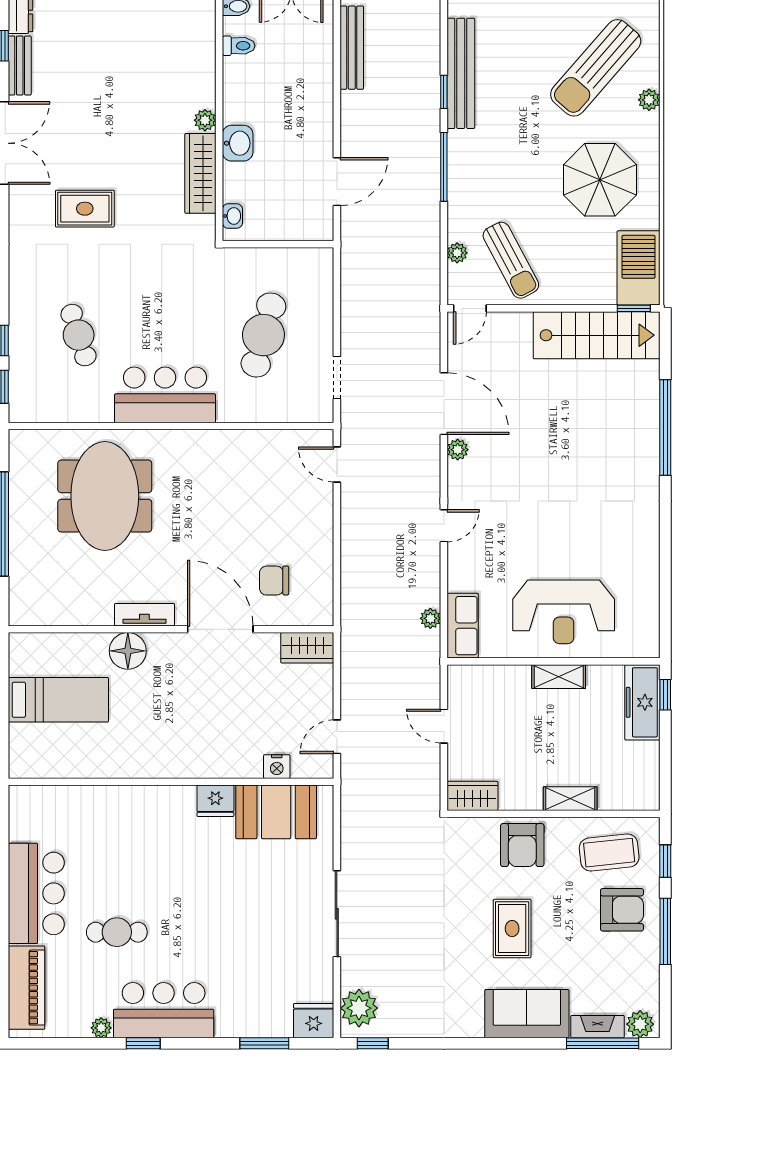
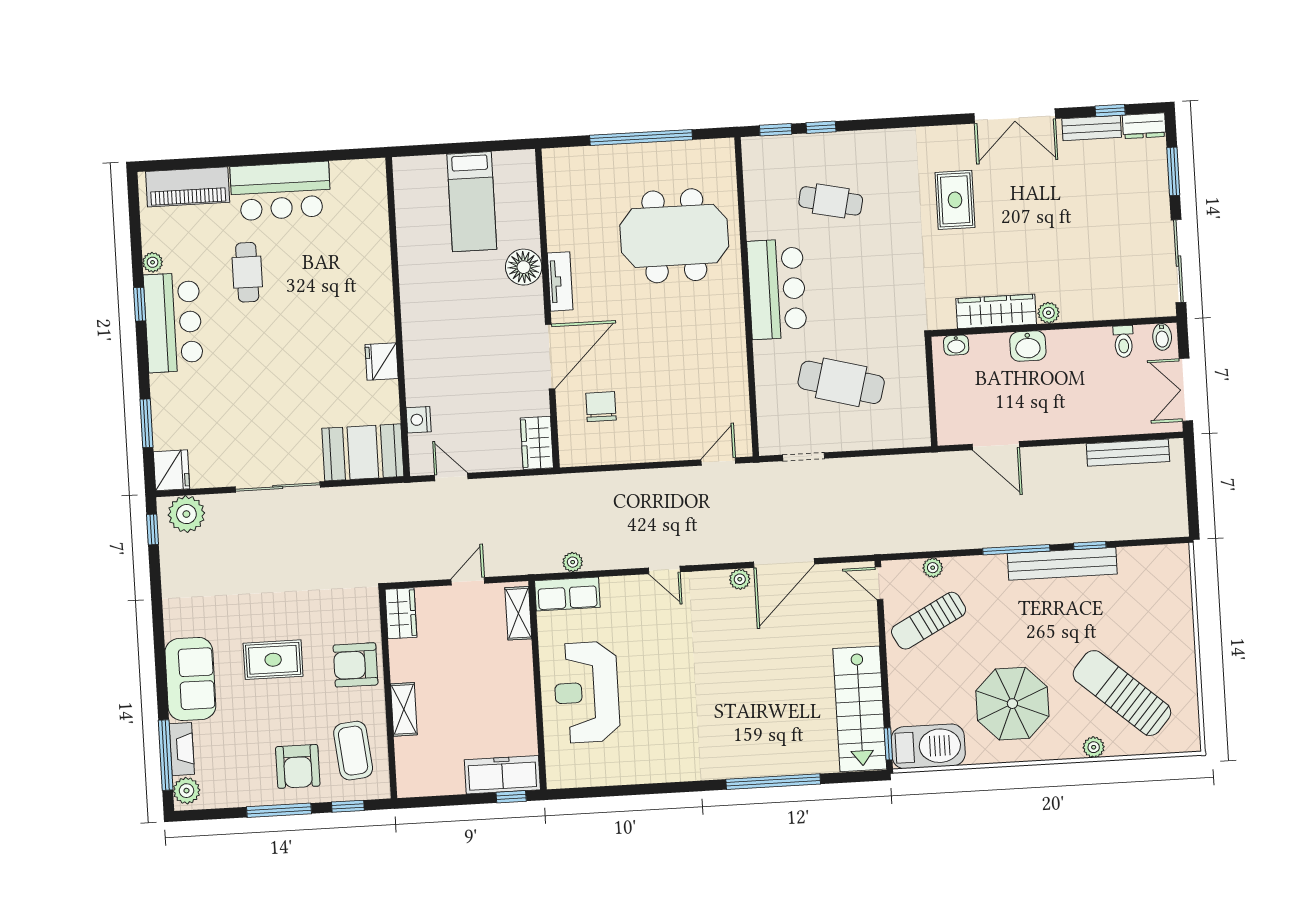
bench: (461, 73) -> (1062, 564), moved
cafe table: (79, 335) -> (831, 201), turned 30
shelving: (559, 677) -> (518, 613), moved
booth: (276, 812) -> (363, 452), moved, turned 90

